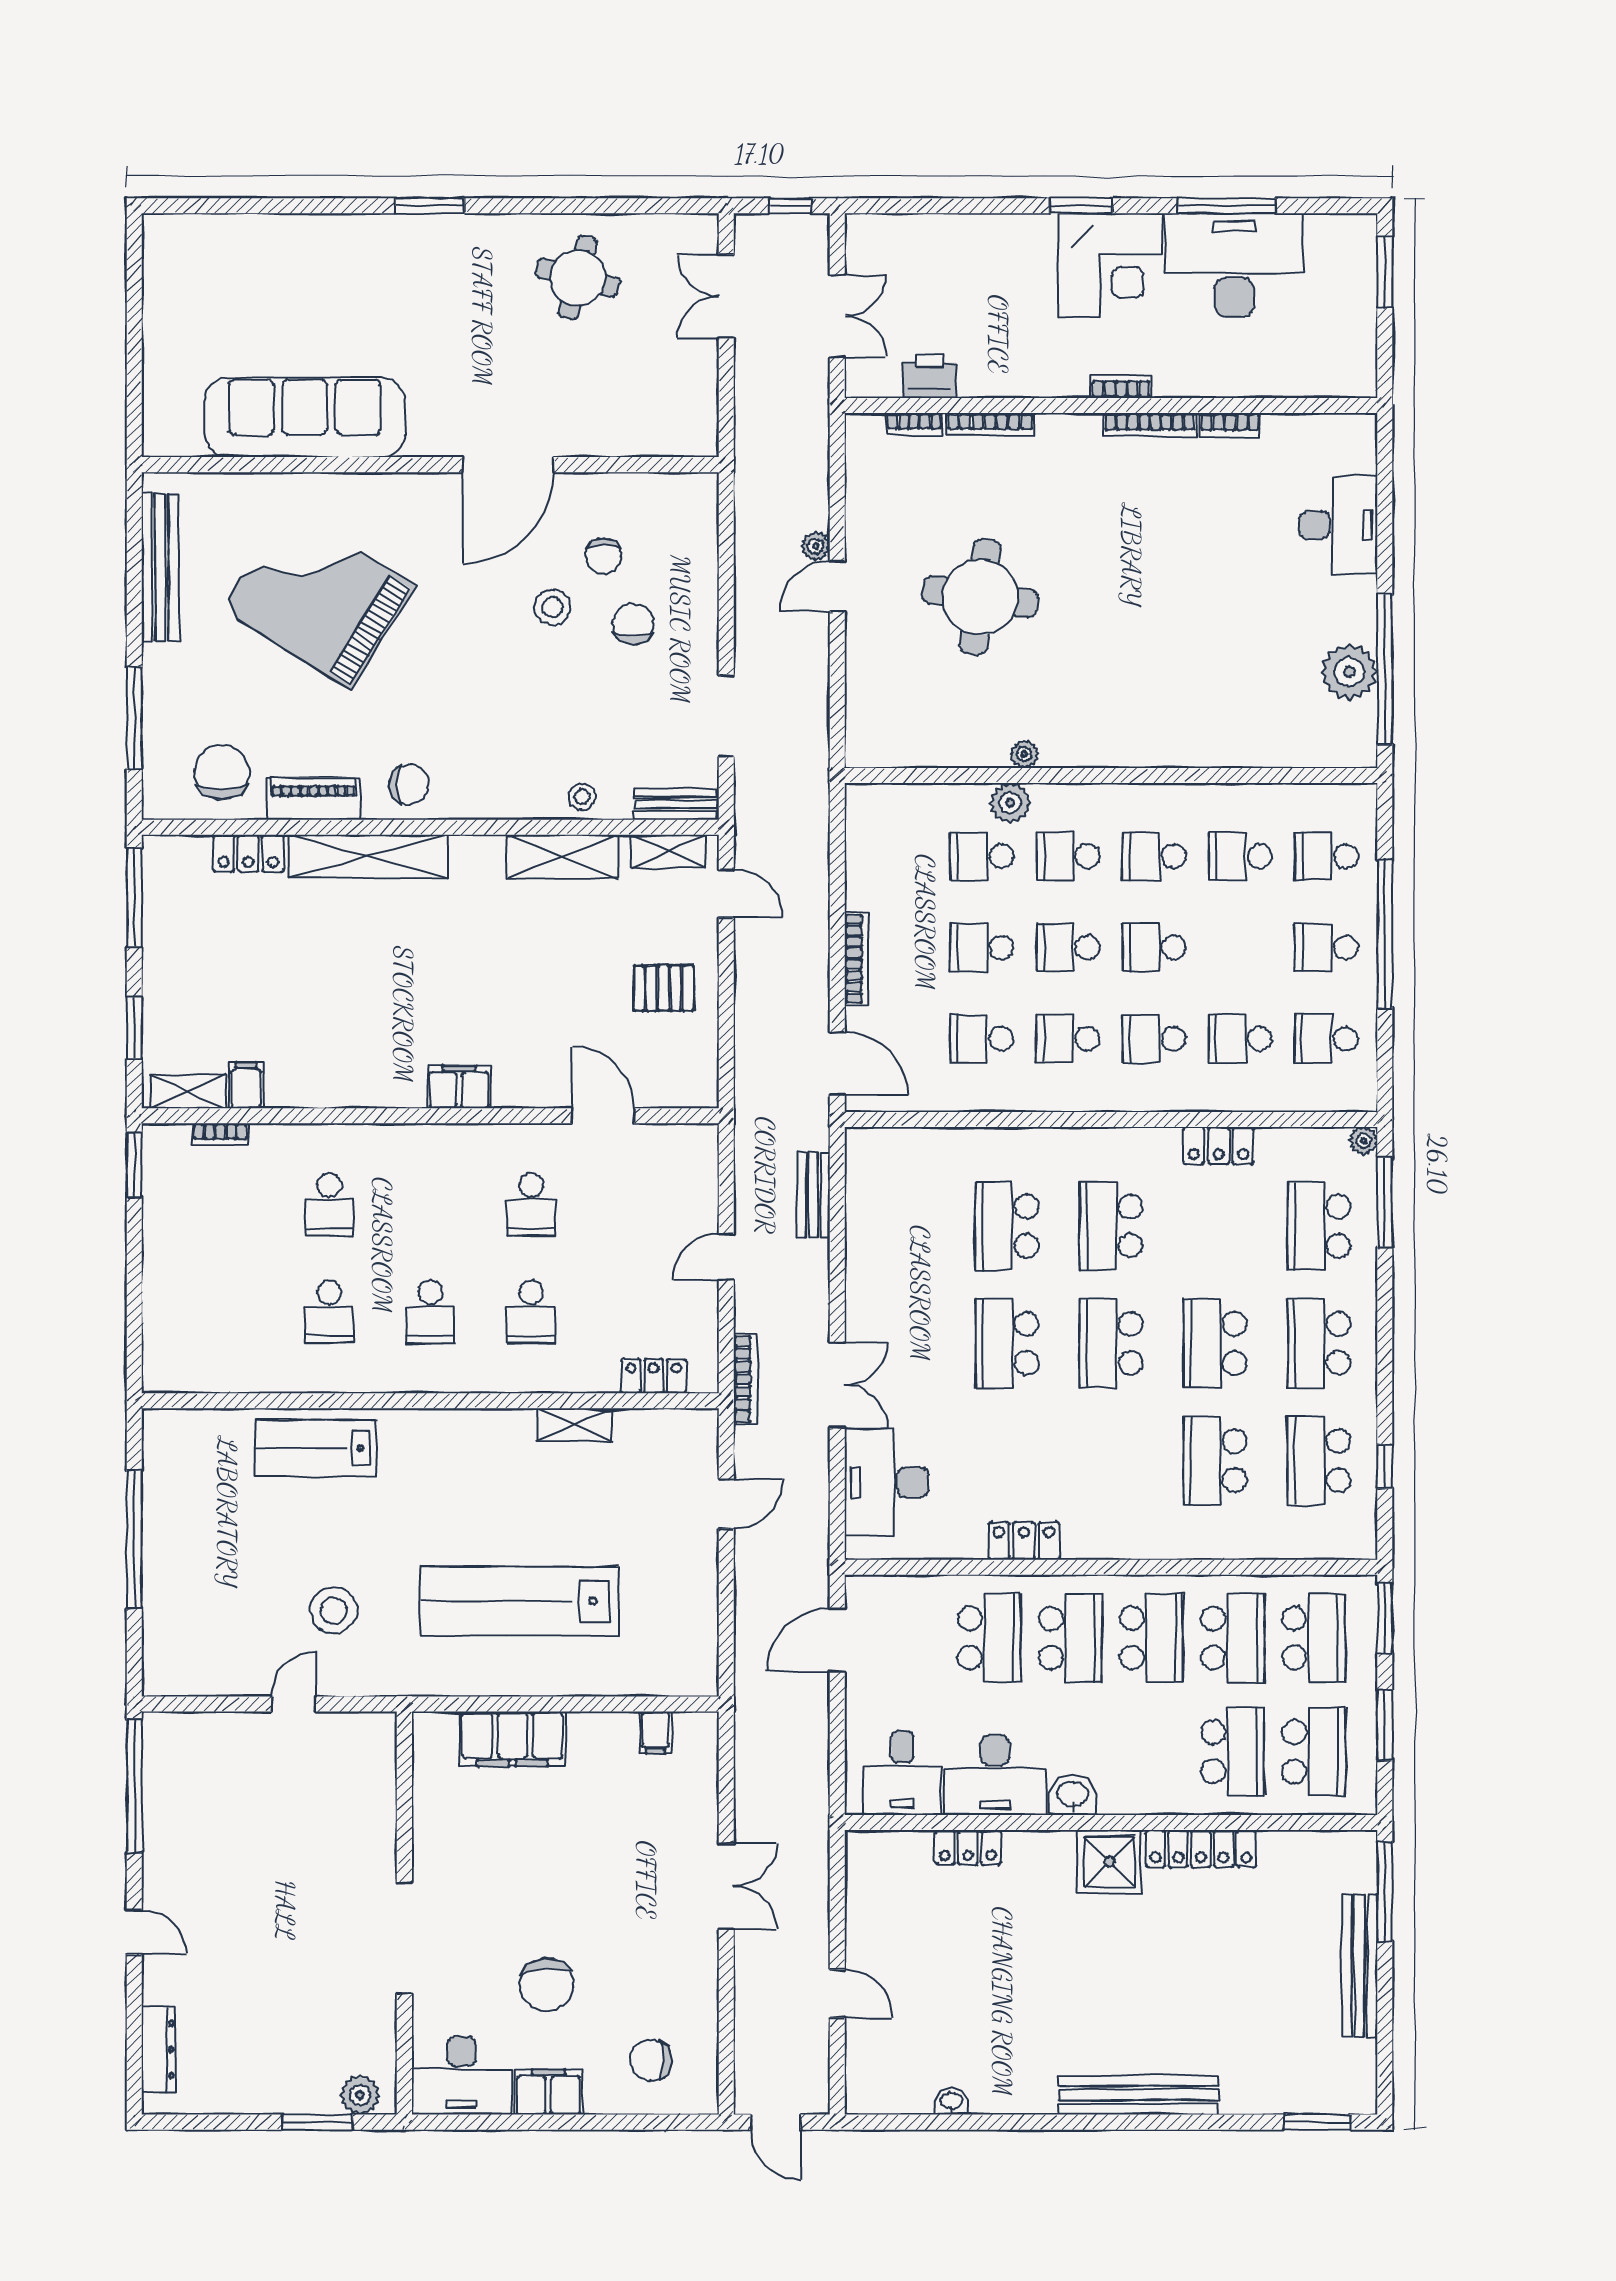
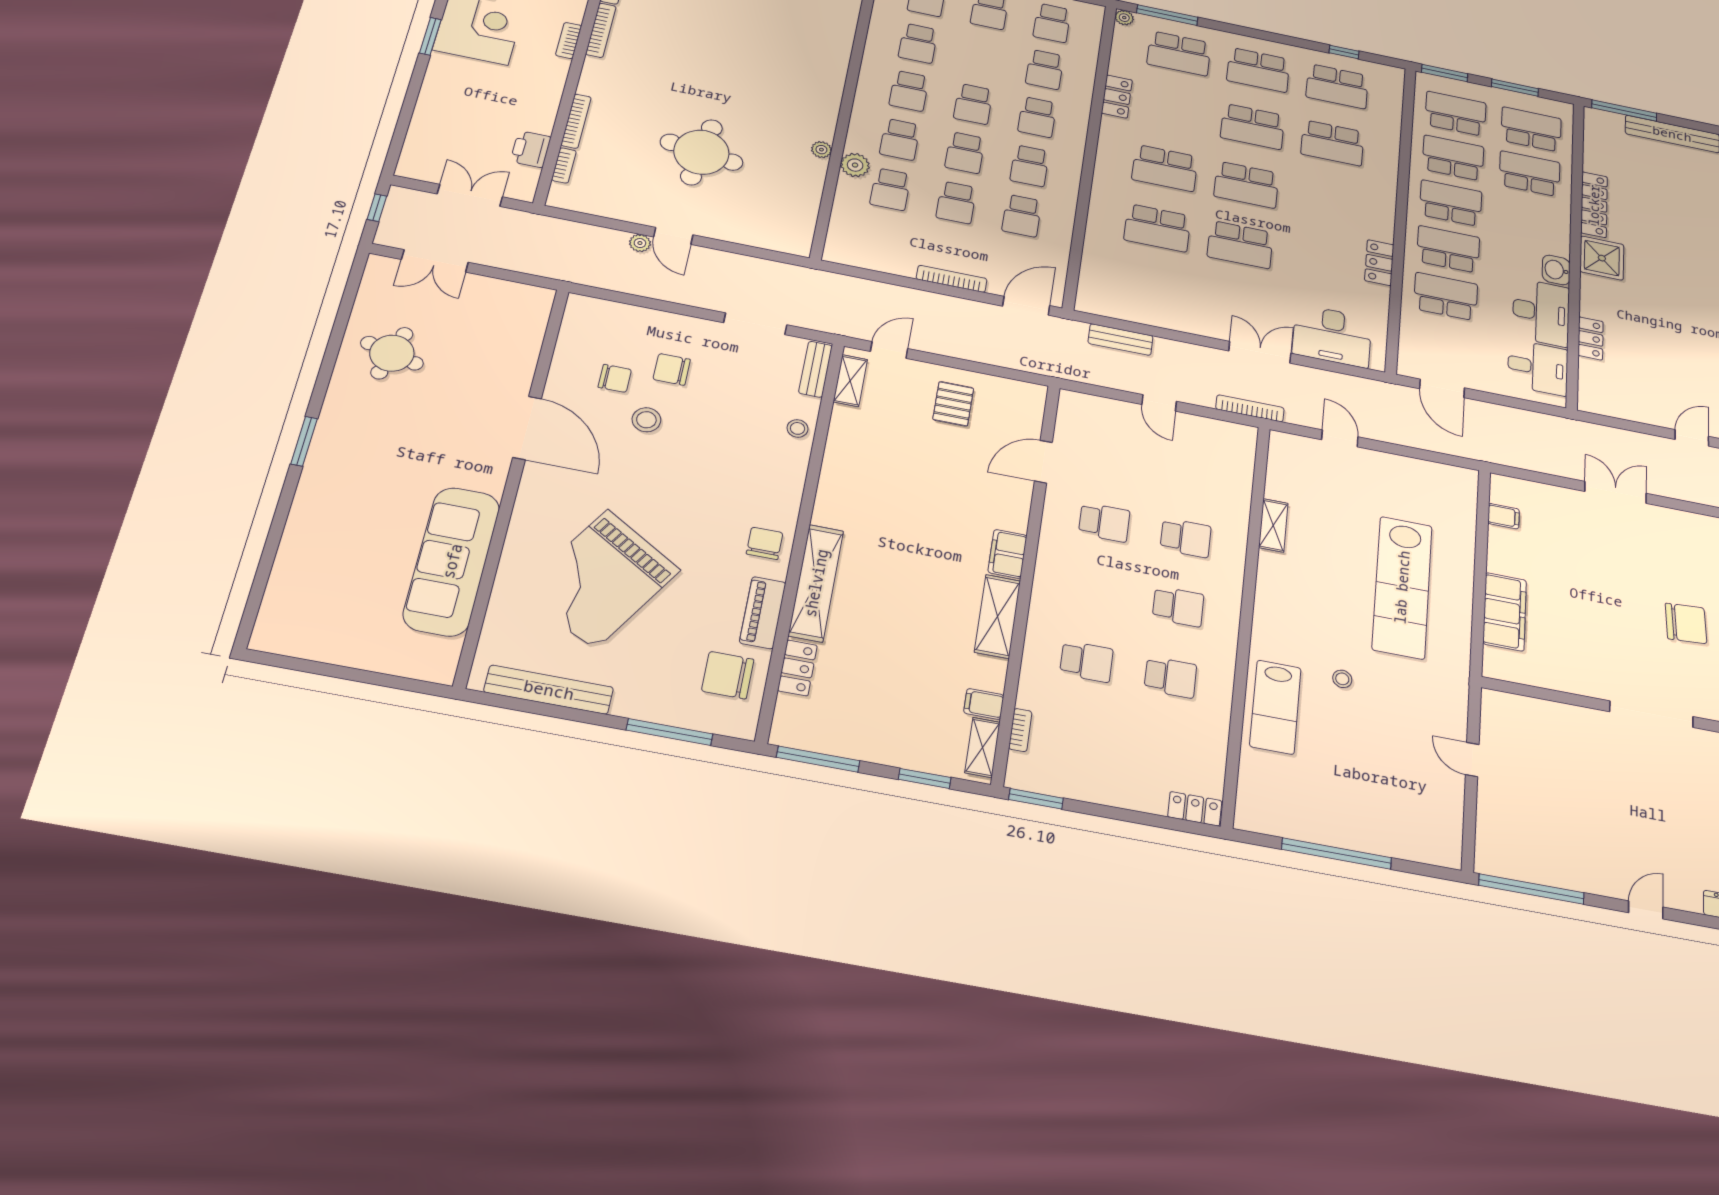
shelving: (563, 857) -> (997, 616), moved
locker: (654, 1376) -> (1195, 809), moved, turned 90
stool: (334, 1610) -> (1342, 679), moved, width x0.53, depth x0.53

